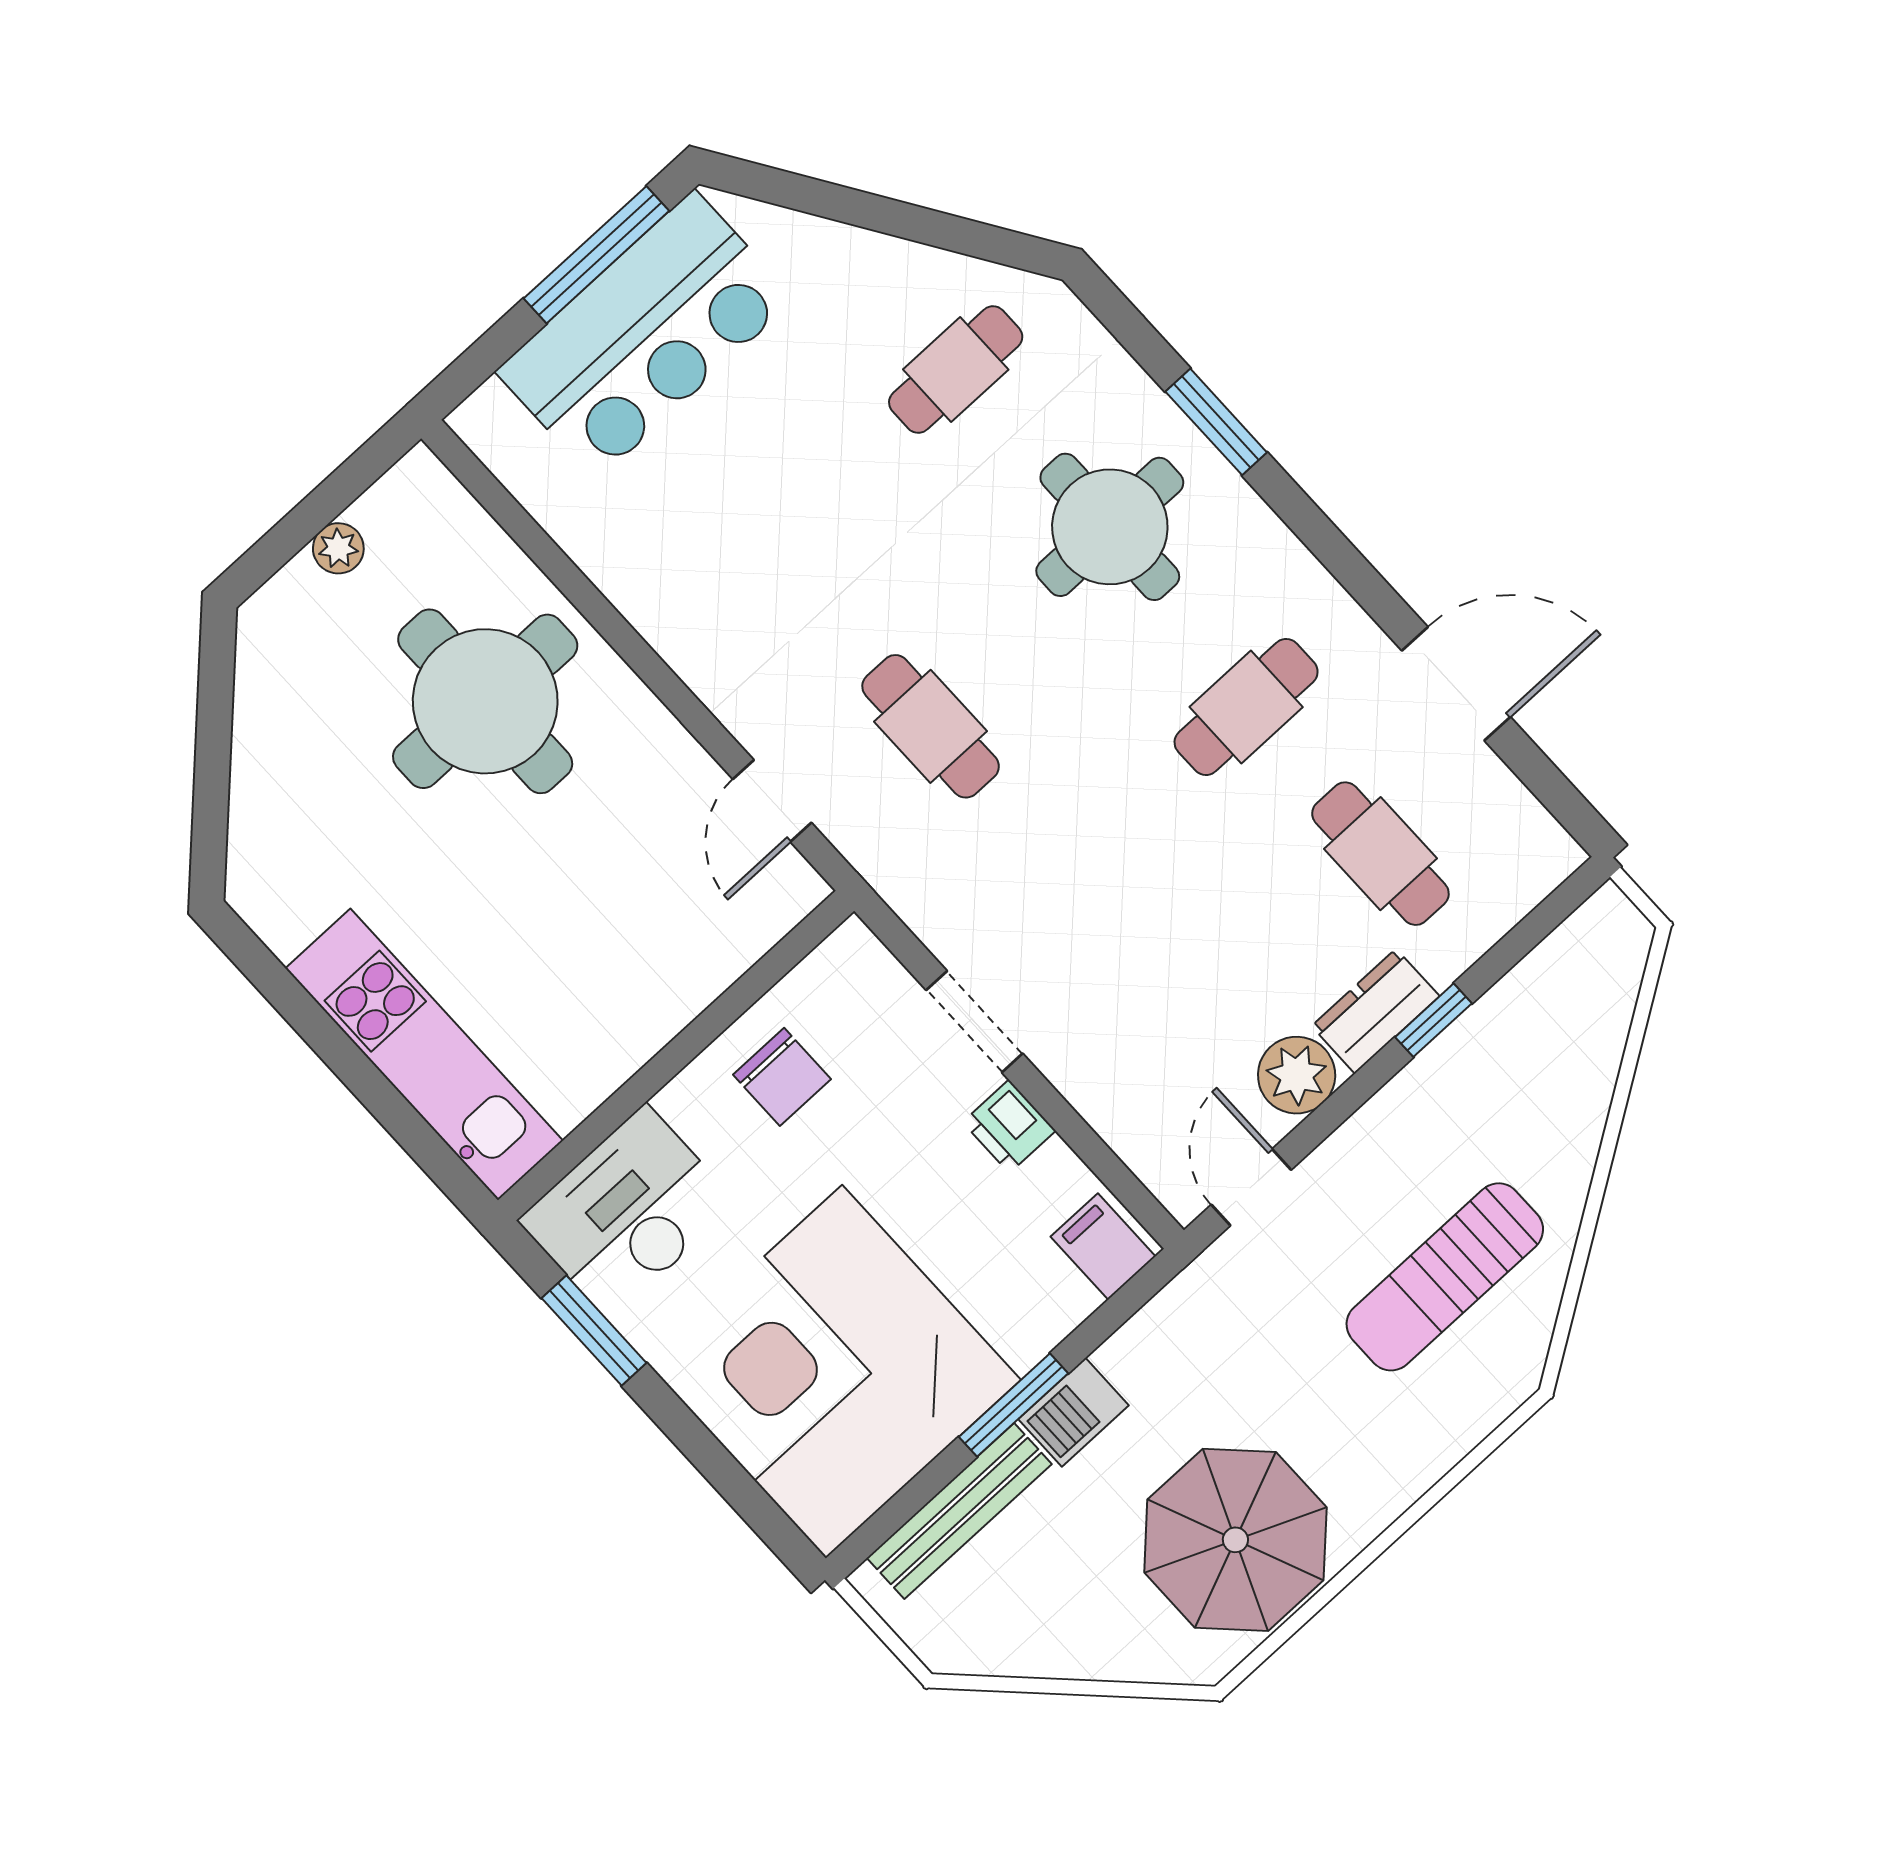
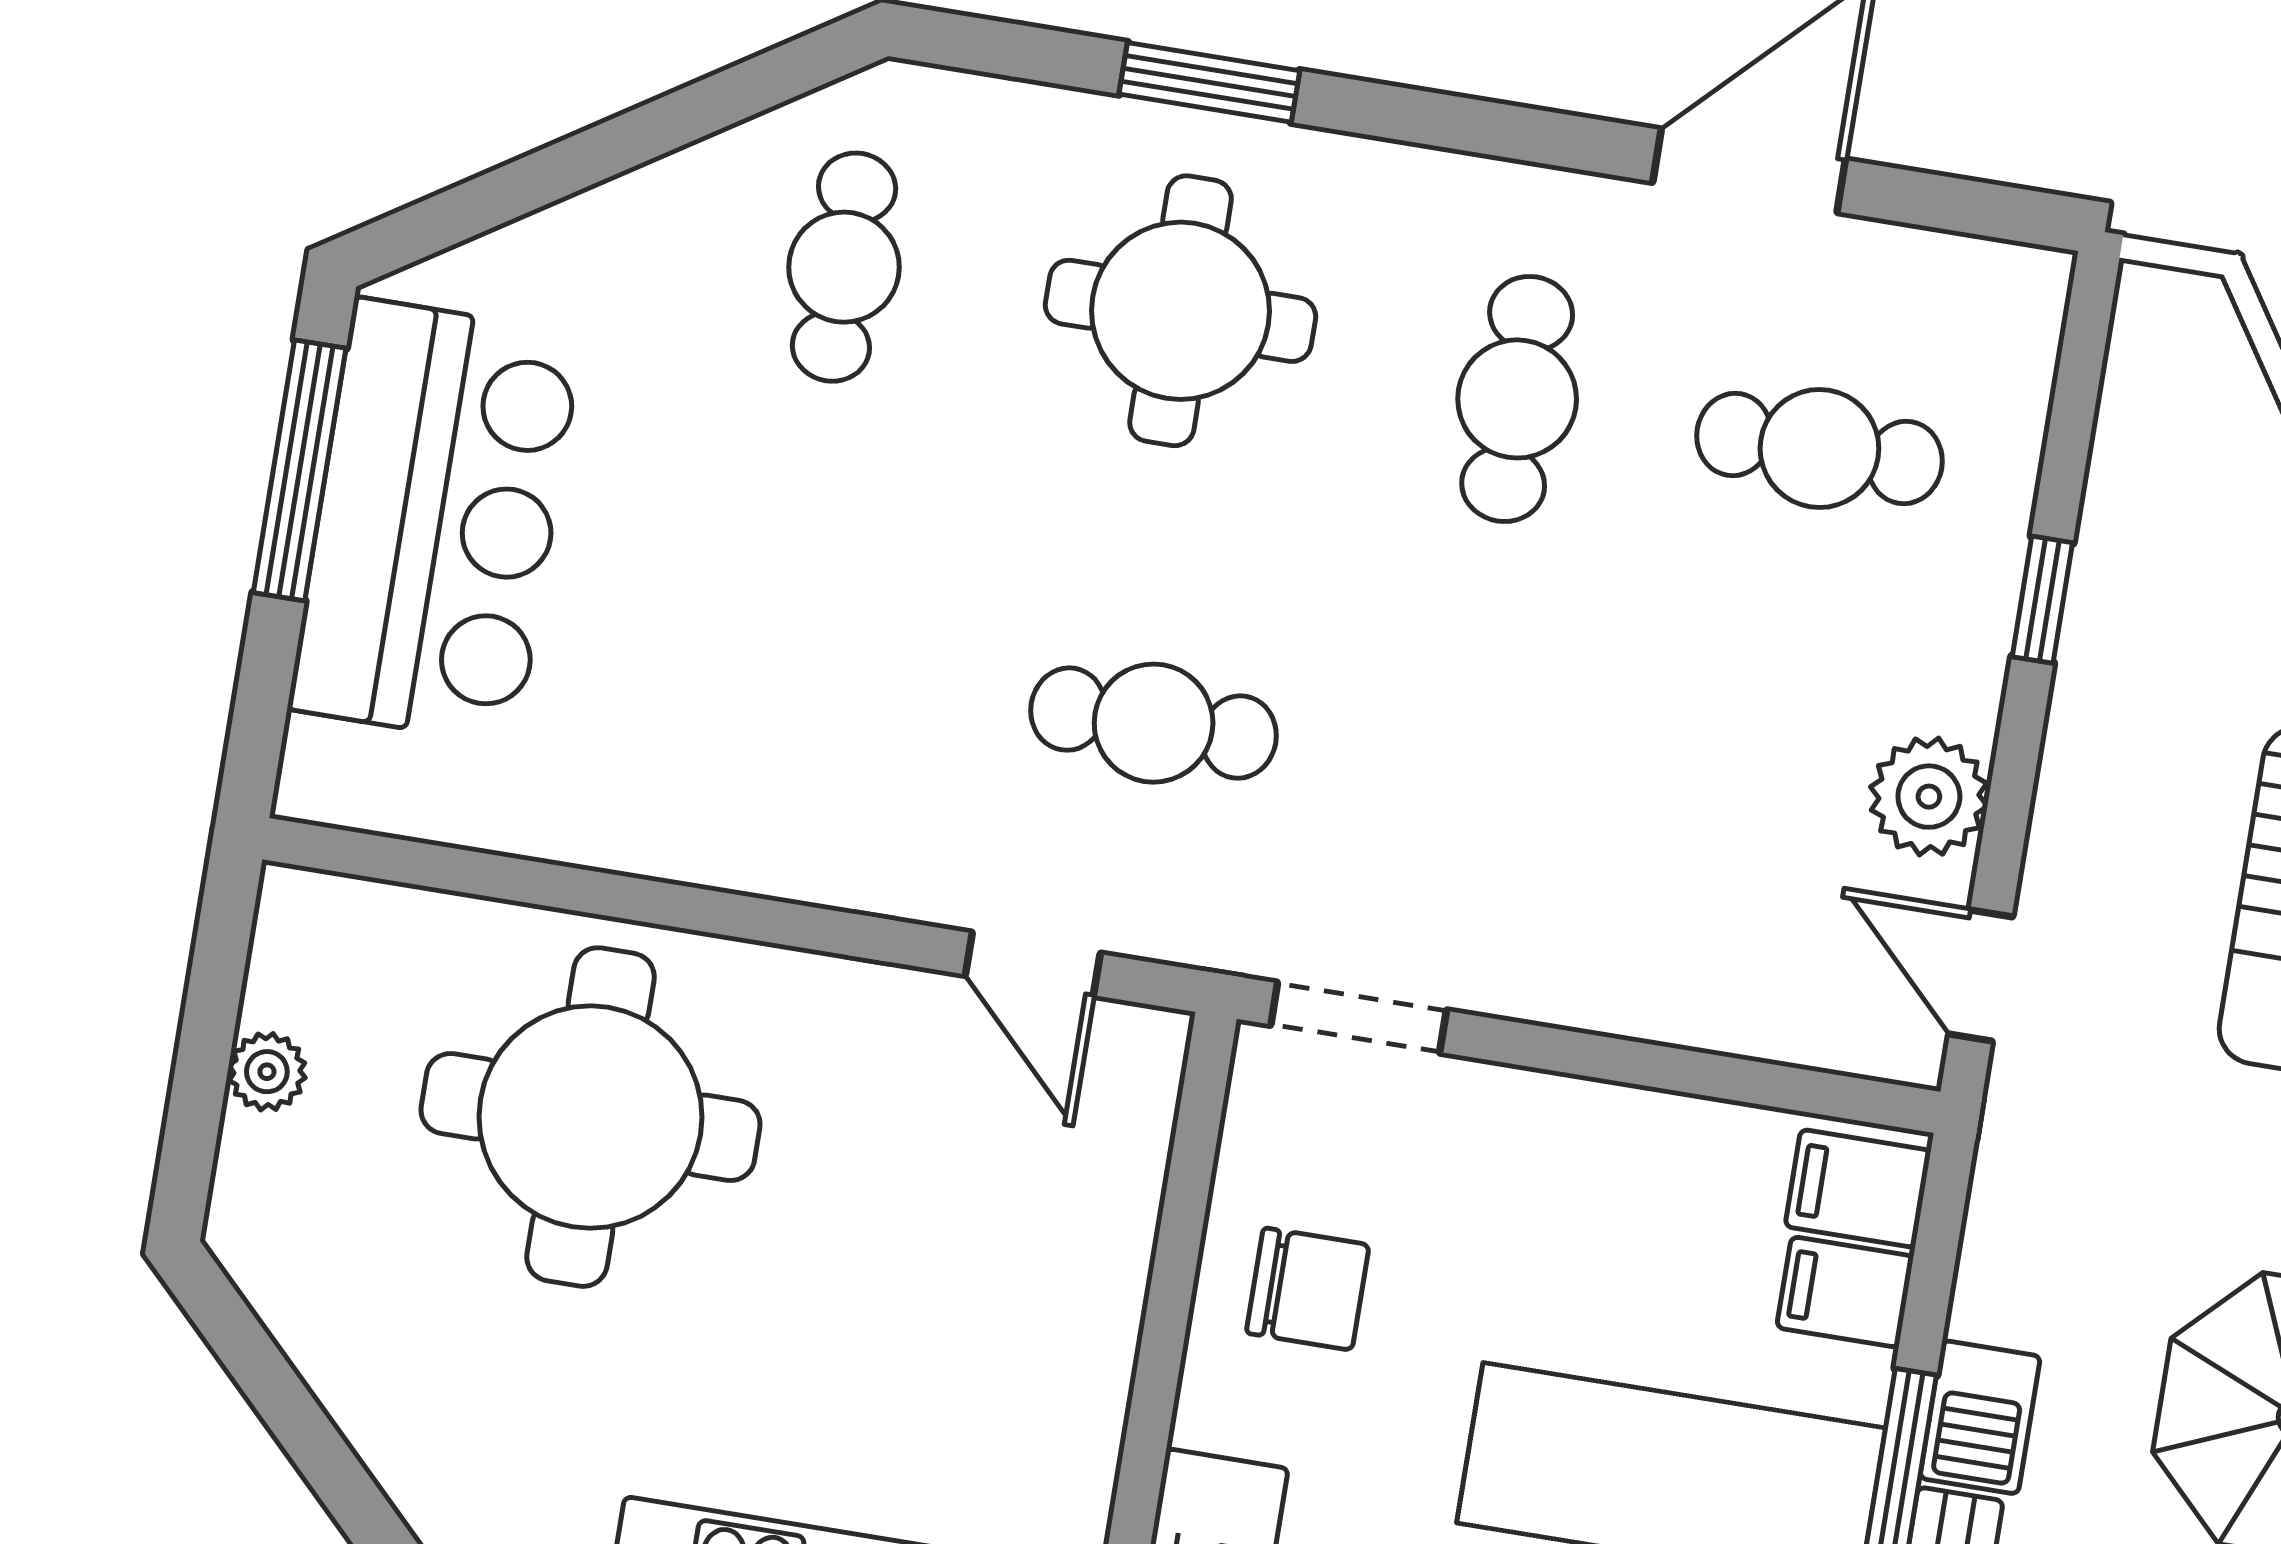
dresser: (1376, 1011) -> (1964, 644), removed
doorway: (974, 1022) -> (1359, 1018), moved
printer: (1009, 1126) -> (1630, 1133), removed
filing cabinet: (1055, 1294) -> (1845, 1292), added

